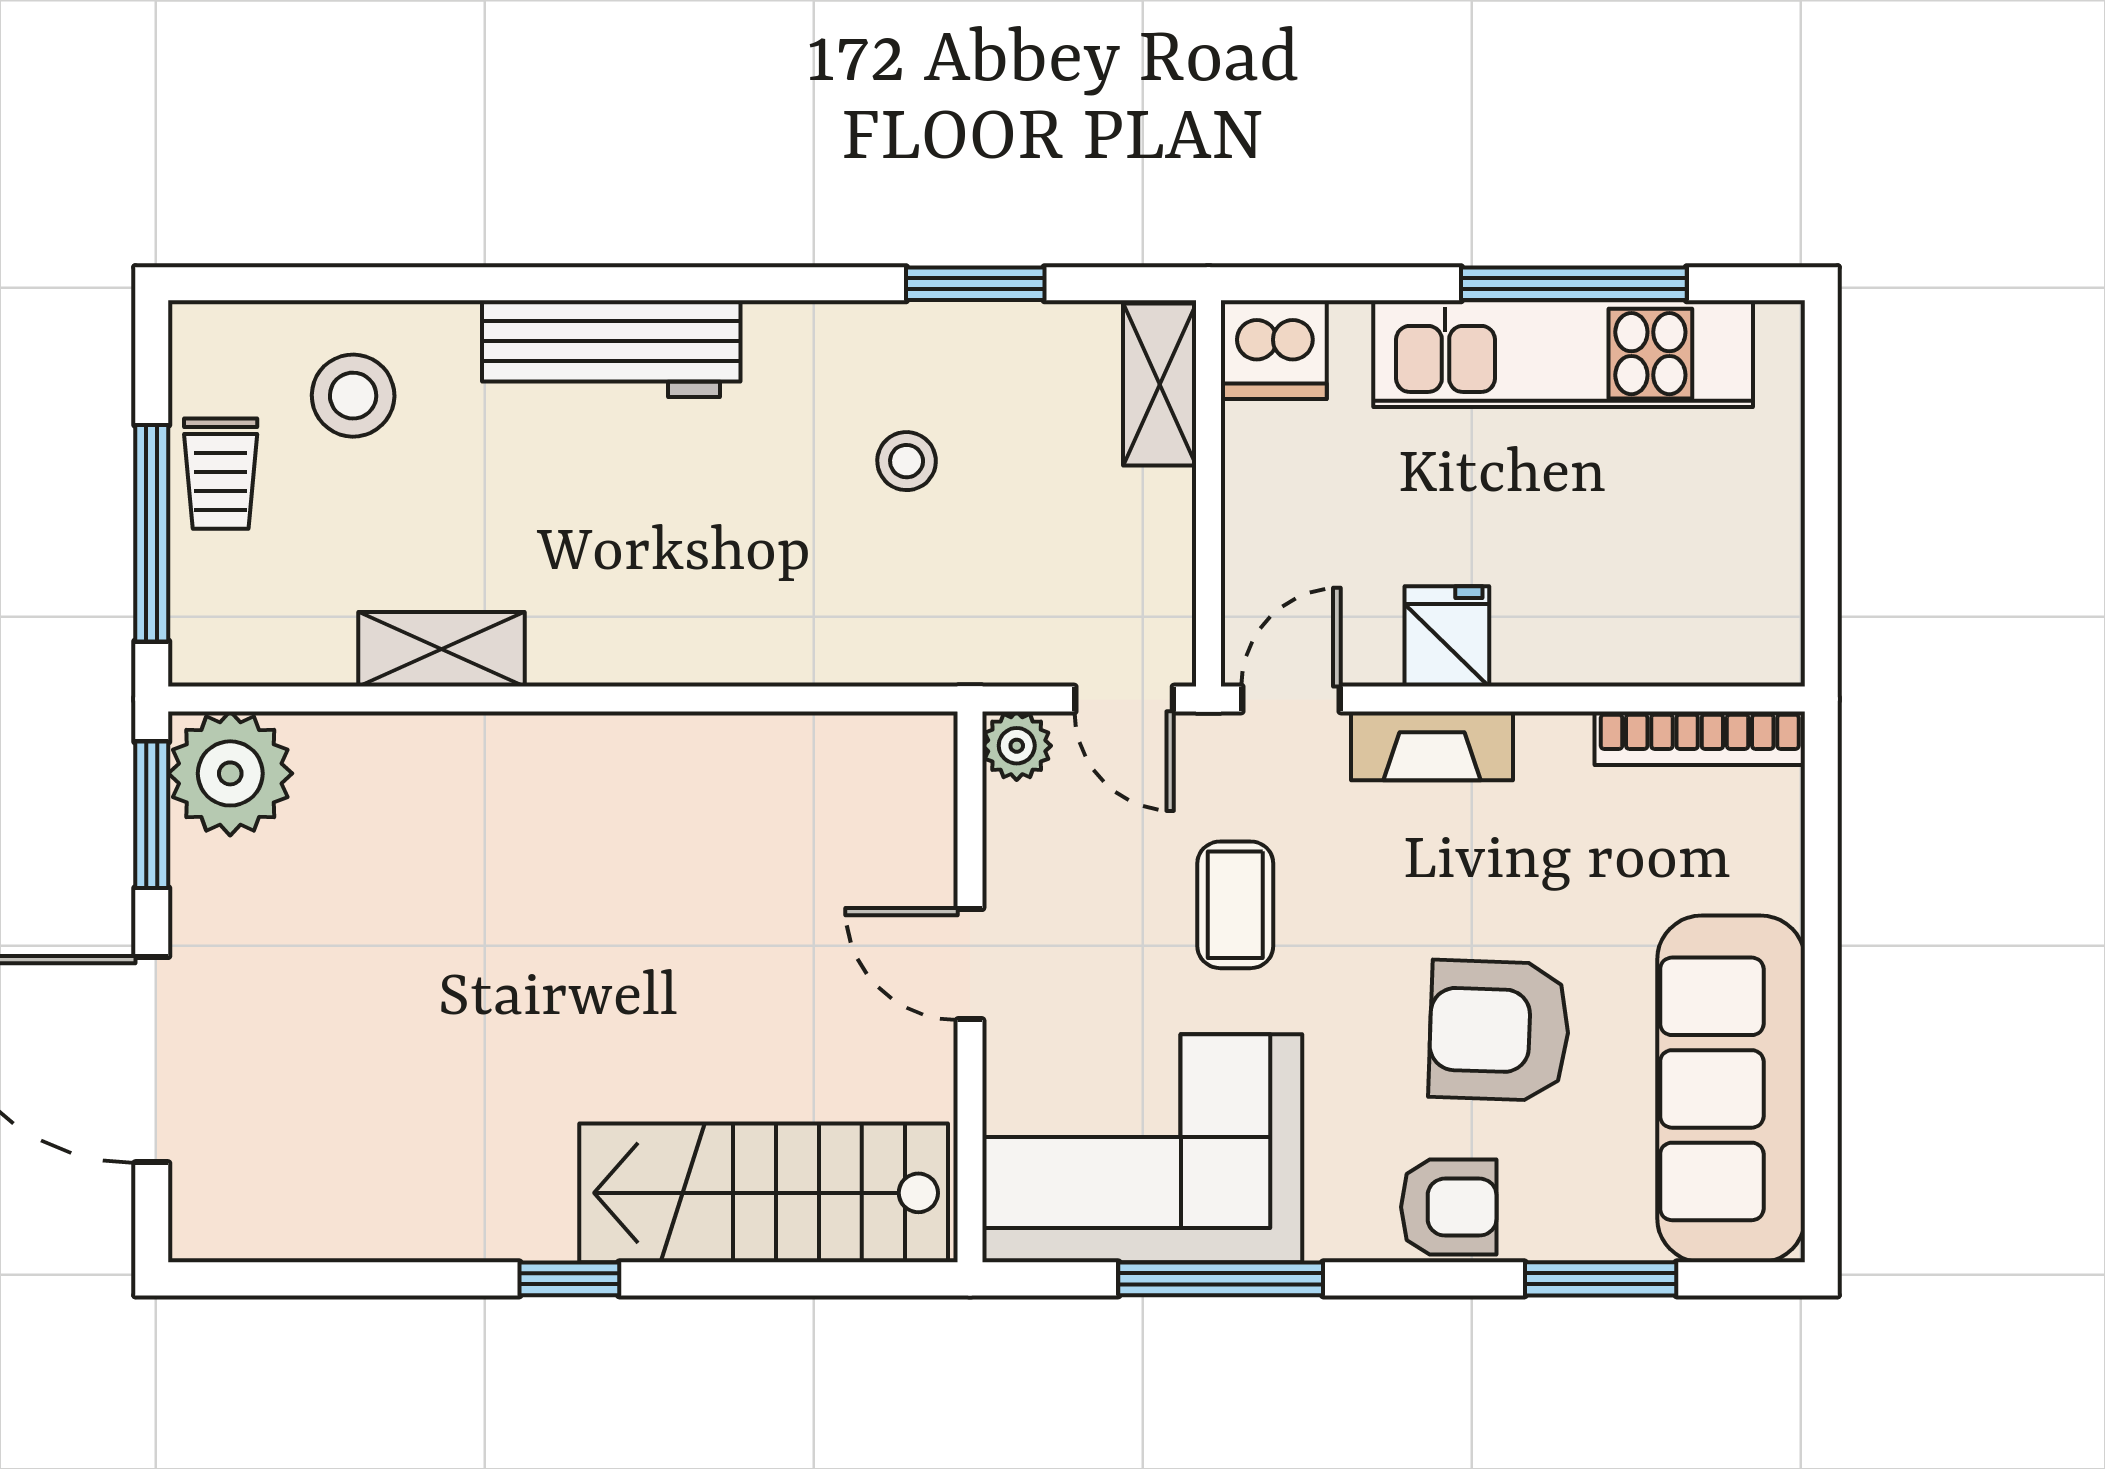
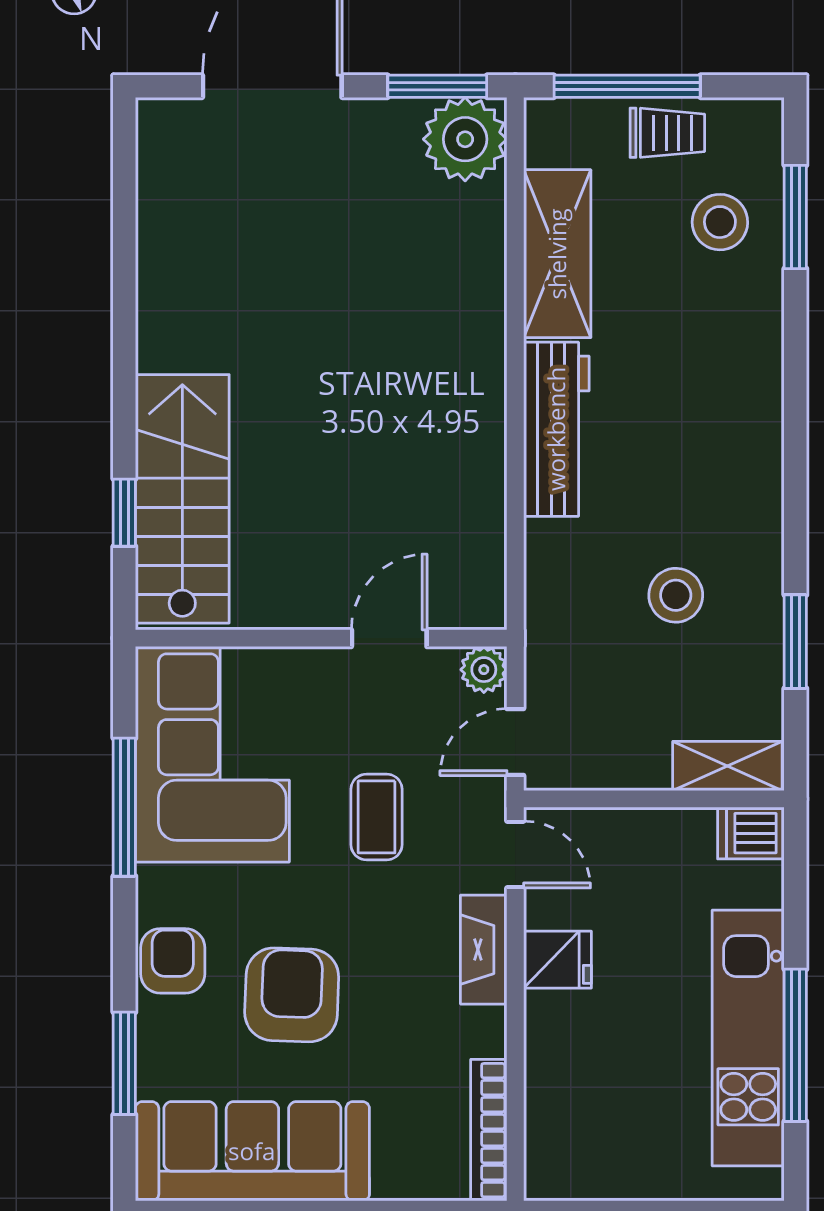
window: (345, 284) -> (795, 217), added
workbench: (611, 349) -> (556, 429), moved, turned 180
dishwasher: (1274, 350) -> (751, 833), width x0.73
stool: (907, 461) -> (676, 595), width x1.37, depth x1.37
trolley: (221, 474) -> (667, 133), turned 180
shelving: (442, 649) -> (557, 254), width x1.50, depth x1.33
coffee table: (1235, 905) -> (377, 817), turned 90
door: (970, 964) -> (389, 638), moved
armchair: (1449, 1207) -> (173, 961), turned 180
window: (569, 1279) -> (124, 513), moved

